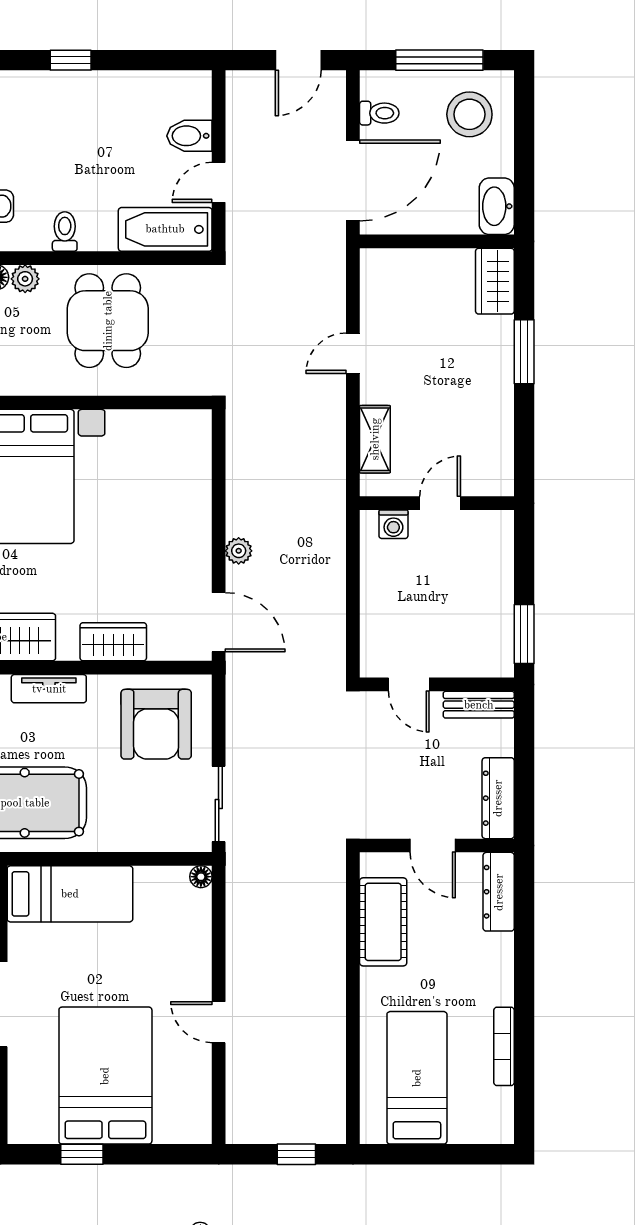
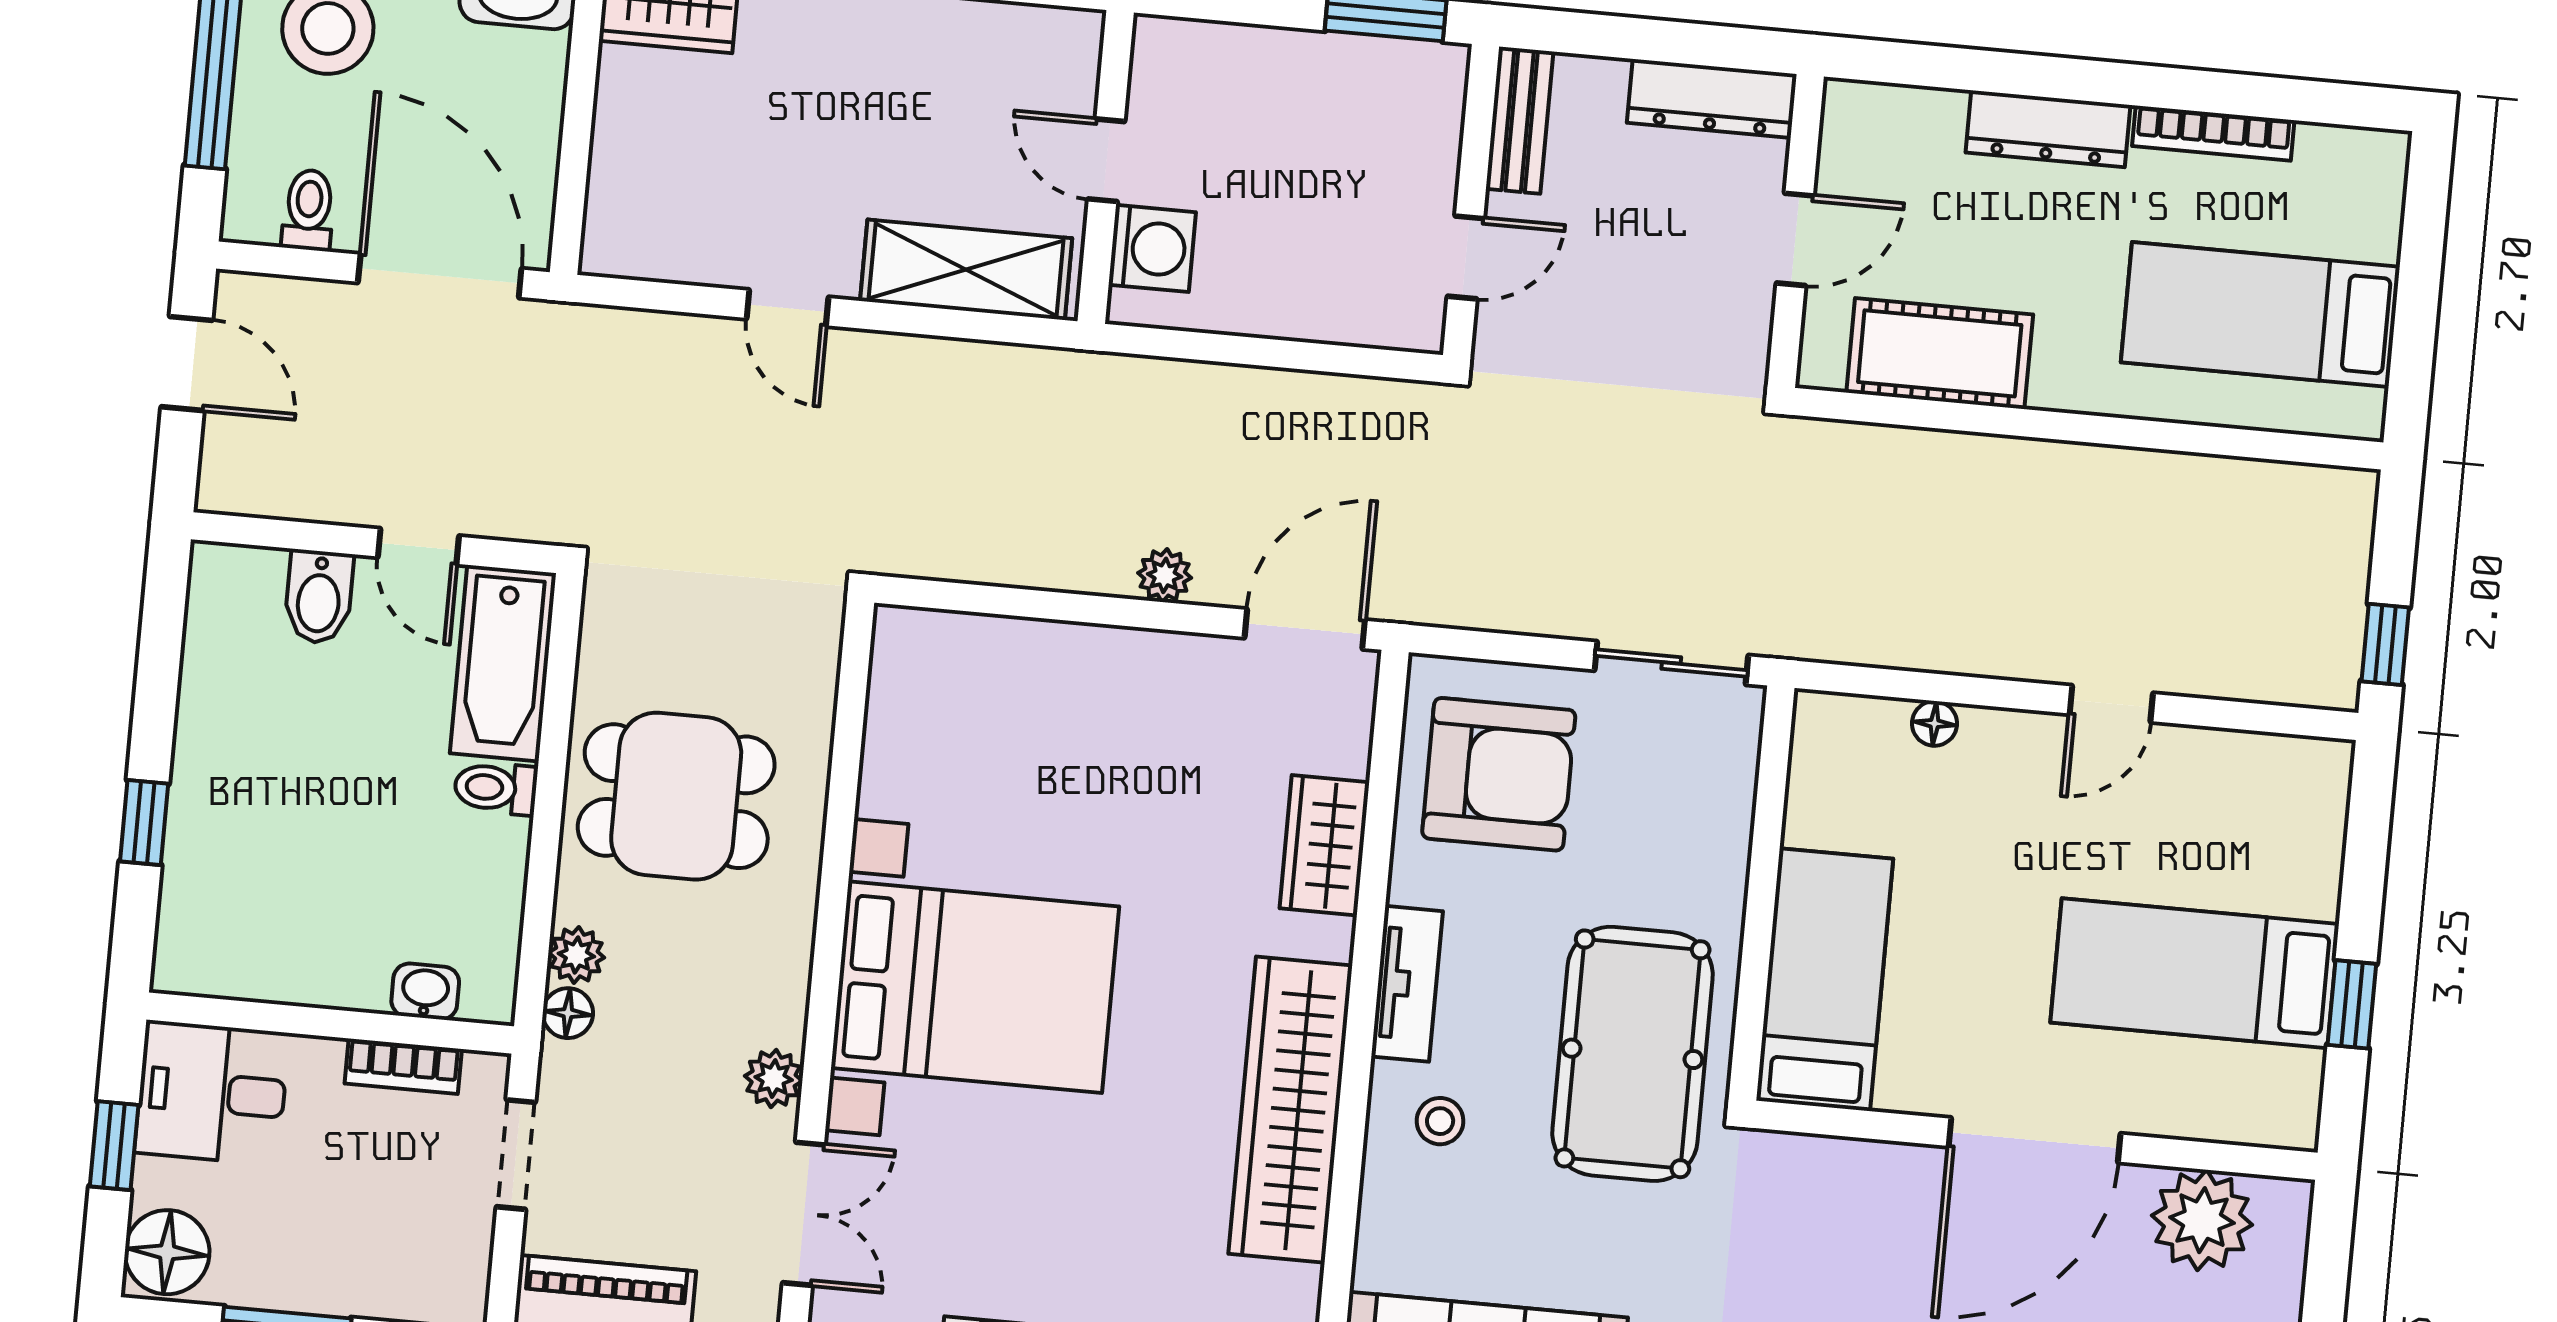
toilet: (65, 232) -> (496, 788), moved
shelving: (375, 439) -> (966, 270), width x1.50, depth x1.33
washing machine: (393, 524) -> (1152, 248), width x1.38, depth x1.38
floor lamp: (201, 877) -> (1934, 723), moved
dresser: (499, 892) -> (2048, 129), moved
bed: (105, 1076) -> (2195, 973), width x0.67
window: (296, 1154) -> (2385, 644), moved

